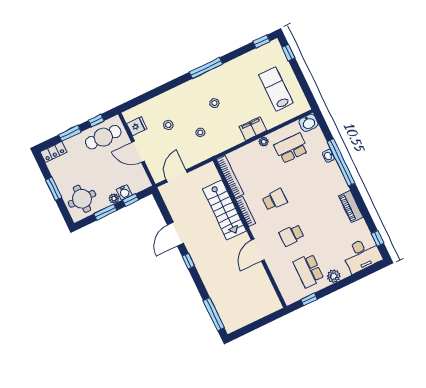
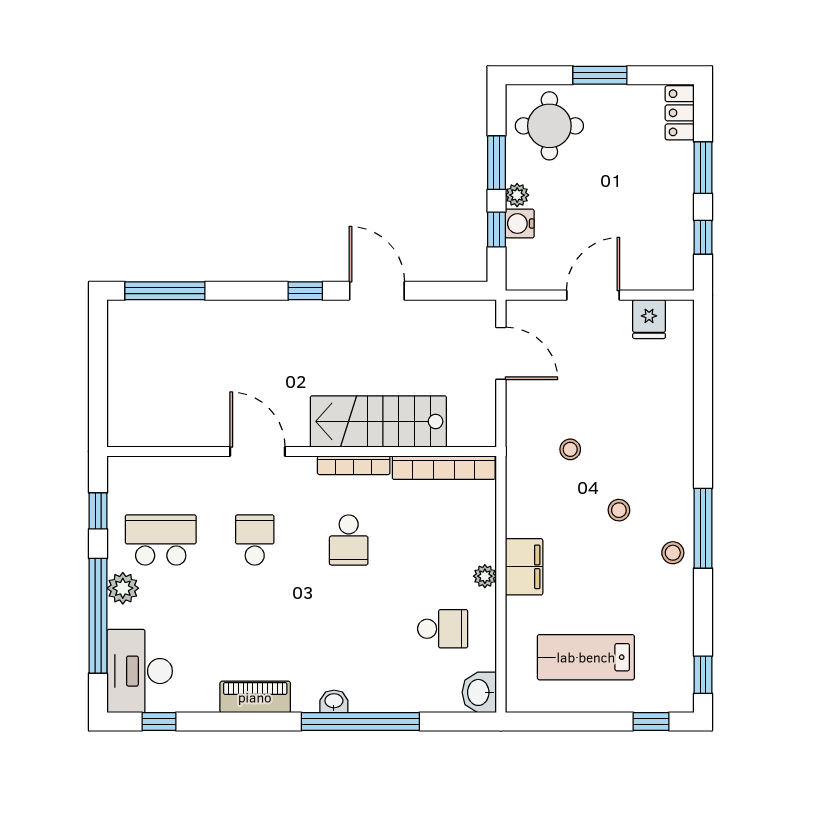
lab bench: (276, 89) -> (586, 657), turned 180
stool: (168, 125) -> (673, 553), moved
cafe table: (103, 137) -> (660, 235), removed
school desk: (291, 148) -> (443, 629), width x0.54
washbasin: (328, 156) -> (334, 701), moved
window: (349, 281) -> (98, 616), added

